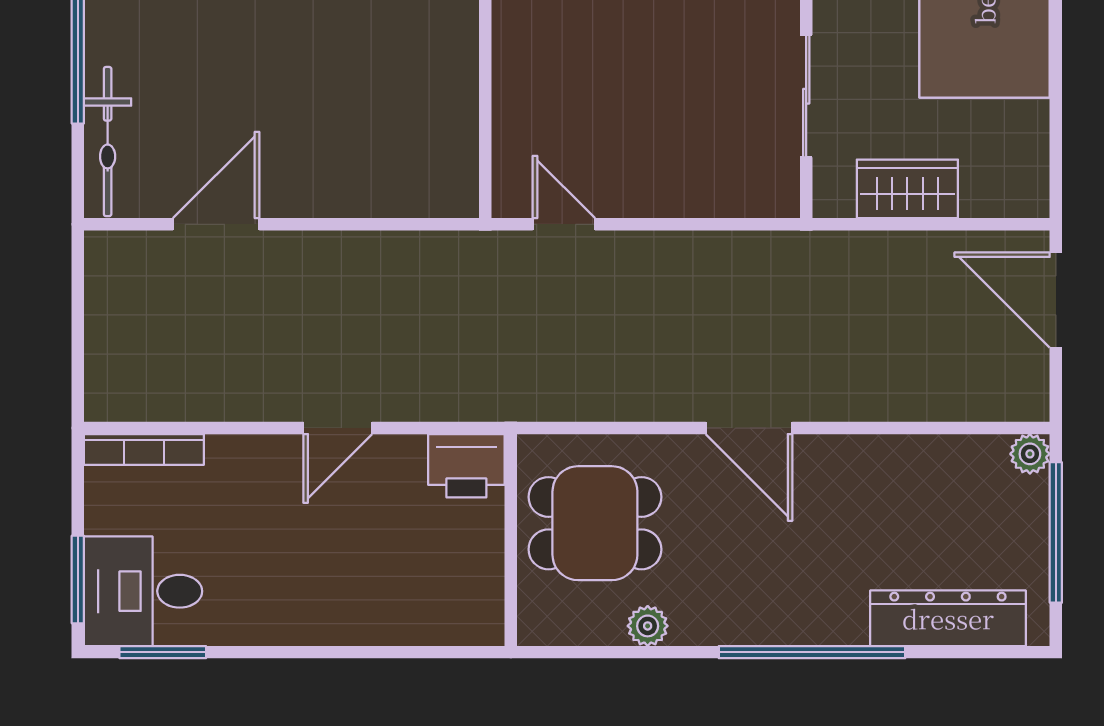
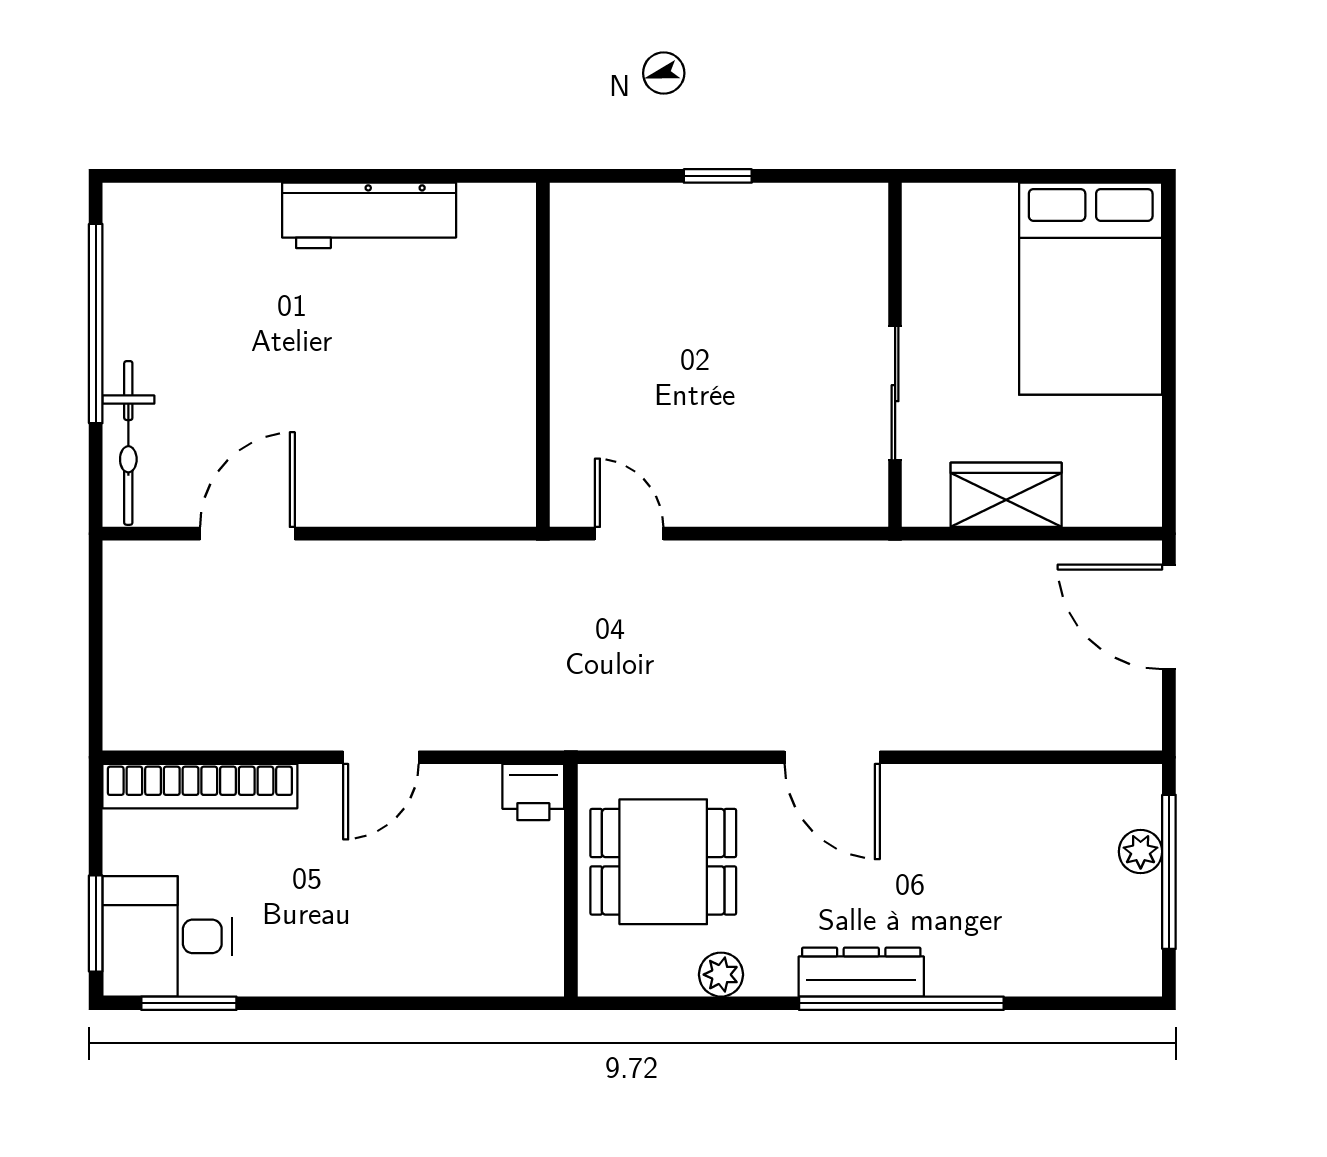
bookcase: (144, 449) -> (200, 786), width x1.48, depth x1.31
plant: (1030, 454) -> (1141, 852), moved
printer: (466, 466) -> (533, 792), width x0.73, depth x0.81
dresser: (948, 618) -> (861, 972), moved, width x0.73, depth x0.80

